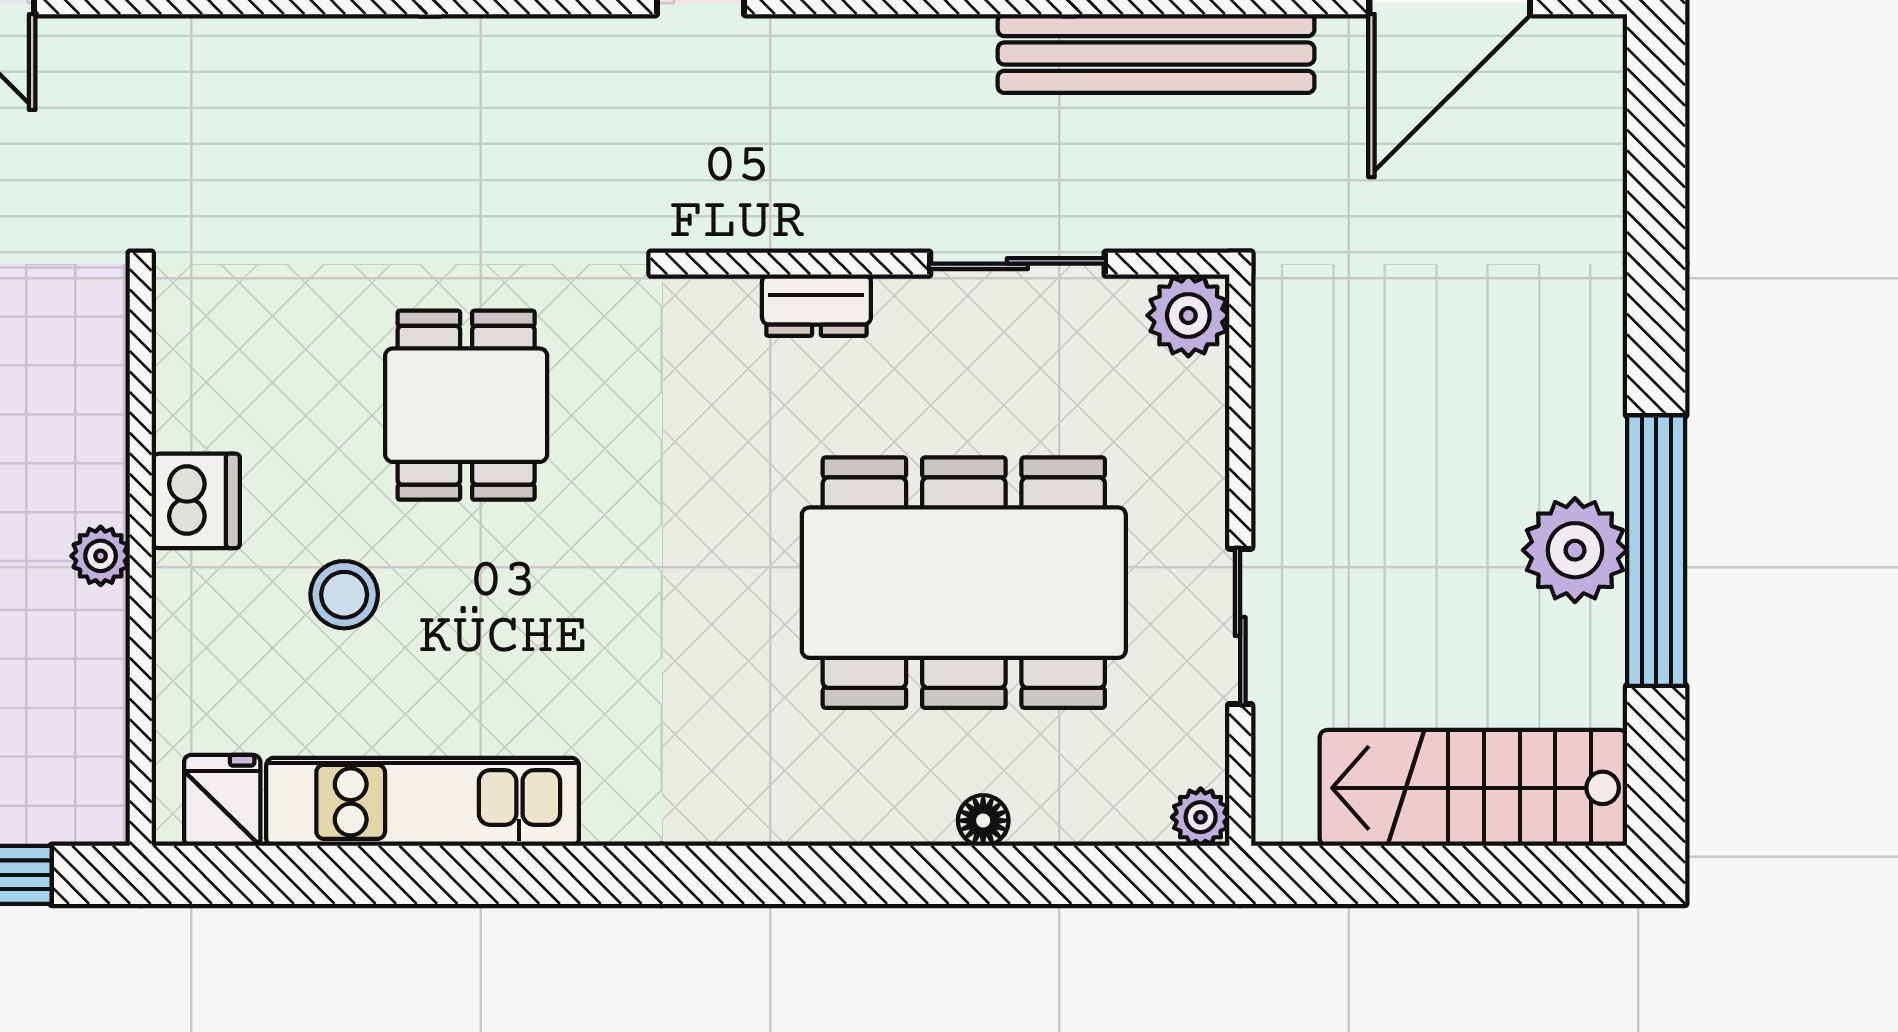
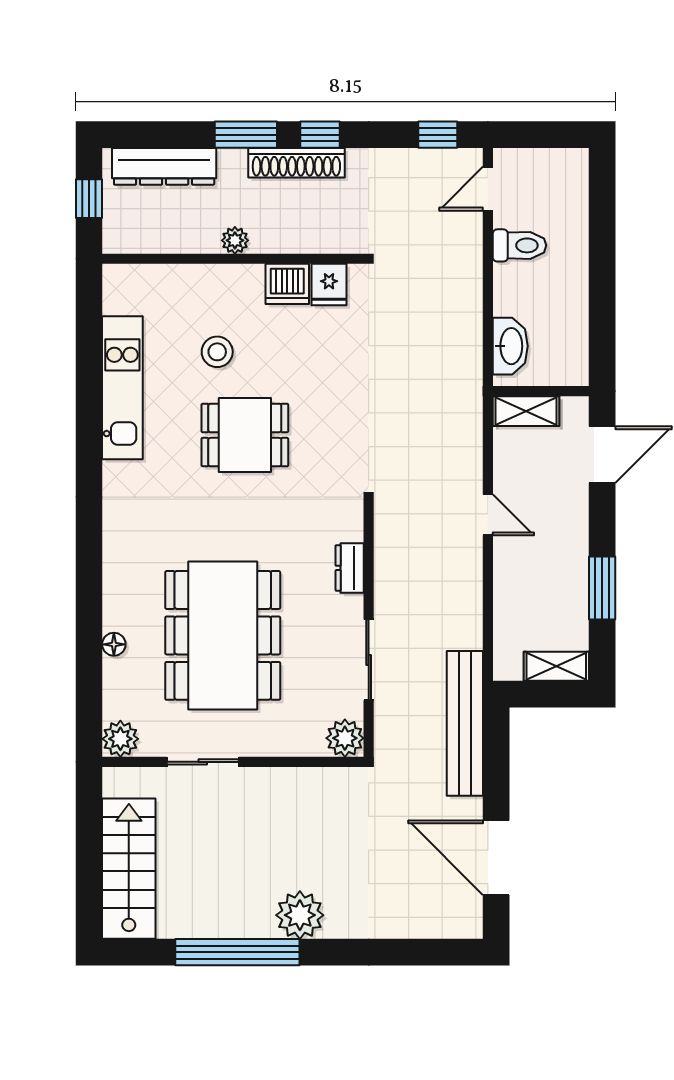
dining table: (466, 405) -> (245, 435), moved
dishwasher: (196, 501) -> (287, 284), moved
plant: (1575, 550) -> (300, 915), moved
fridge: (222, 800) -> (329, 285), moved, turned 90
plant: (1201, 817) -> (120, 739), width x1.38, depth x1.38

